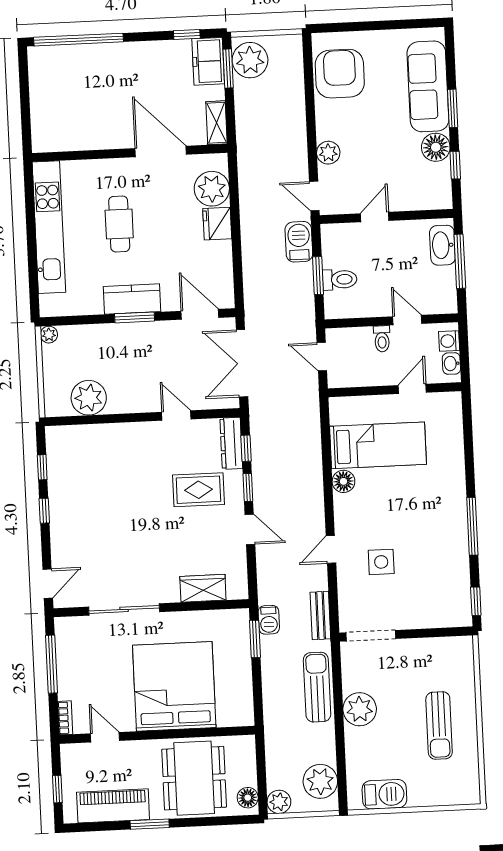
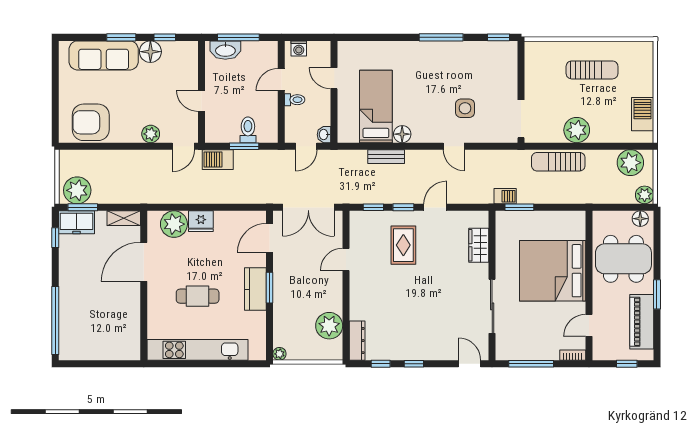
washbasin: (451, 363) -> (324, 135), moved, turned 90
dresser: (231, 443) -> (357, 341), moved, turned -90
bench: (320, 615) -> (386, 157), moved

